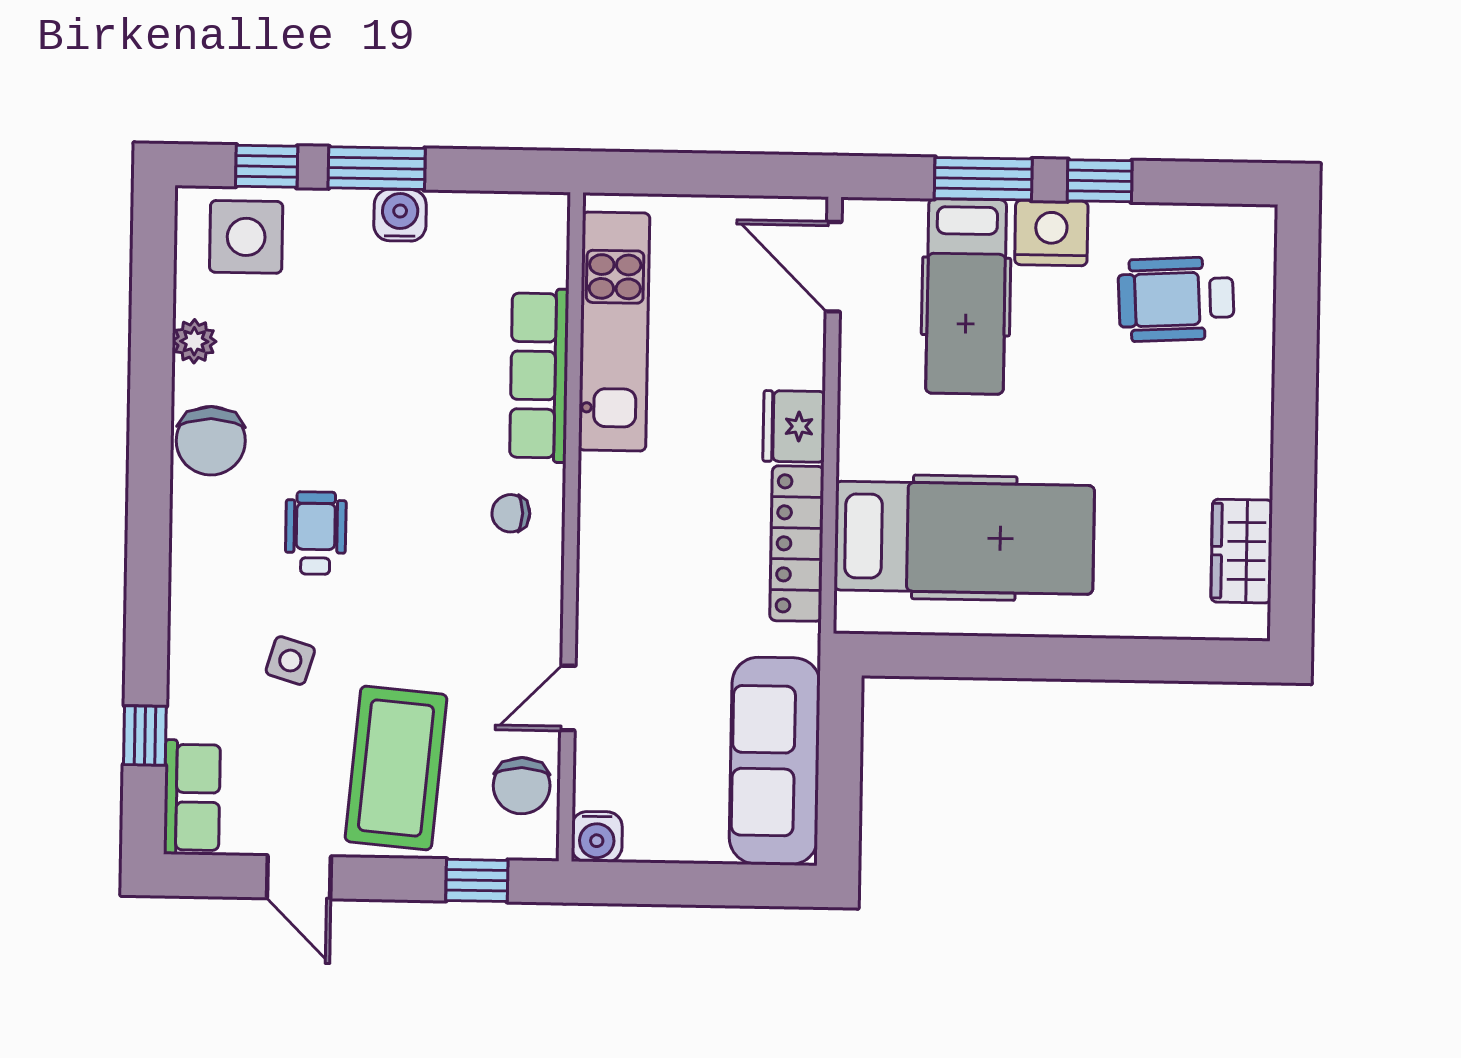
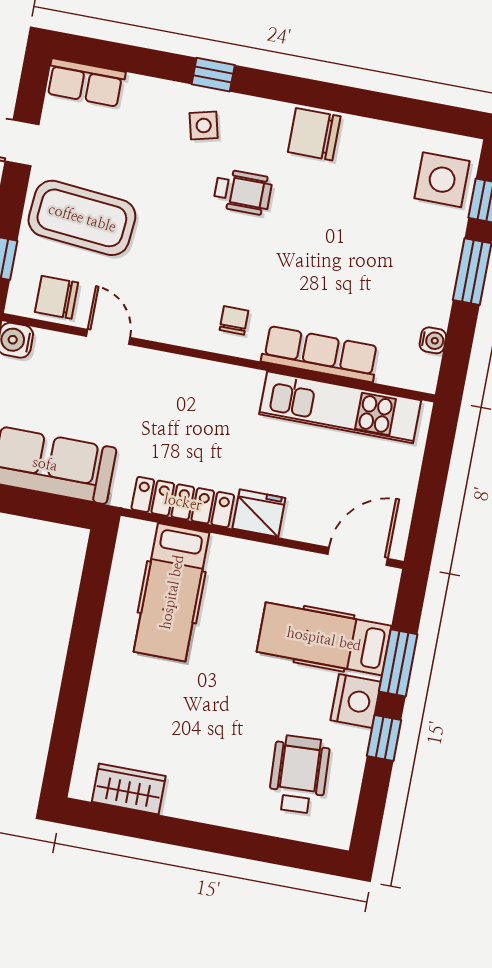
water cooler: (400, 215) -> (433, 340), moved, width x0.72, depth x0.72
plant: (194, 341) -> (380, 135), removed
hospital bed: (964, 538) -> (172, 592), width x0.73, depth x0.78
side table: (290, 661) -> (204, 125), moved, turned -31
window: (145, 735) -> (213, 75), moved

